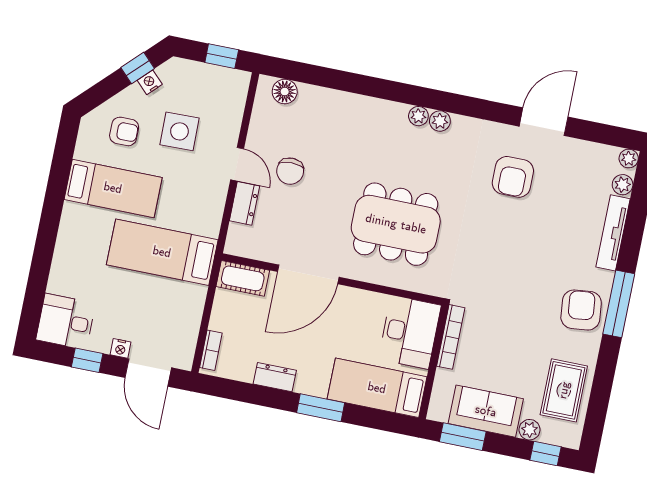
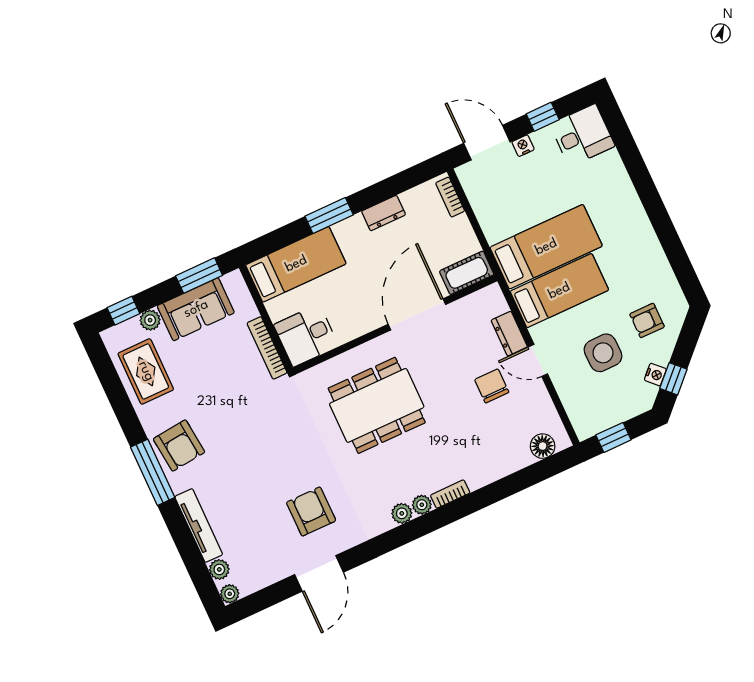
bookcase: (389, 108) -> (450, 494), added
bed: (113, 188) -> (559, 291), moved, turned 180
desk: (410, 332) -> (306, 336), width x0.73

